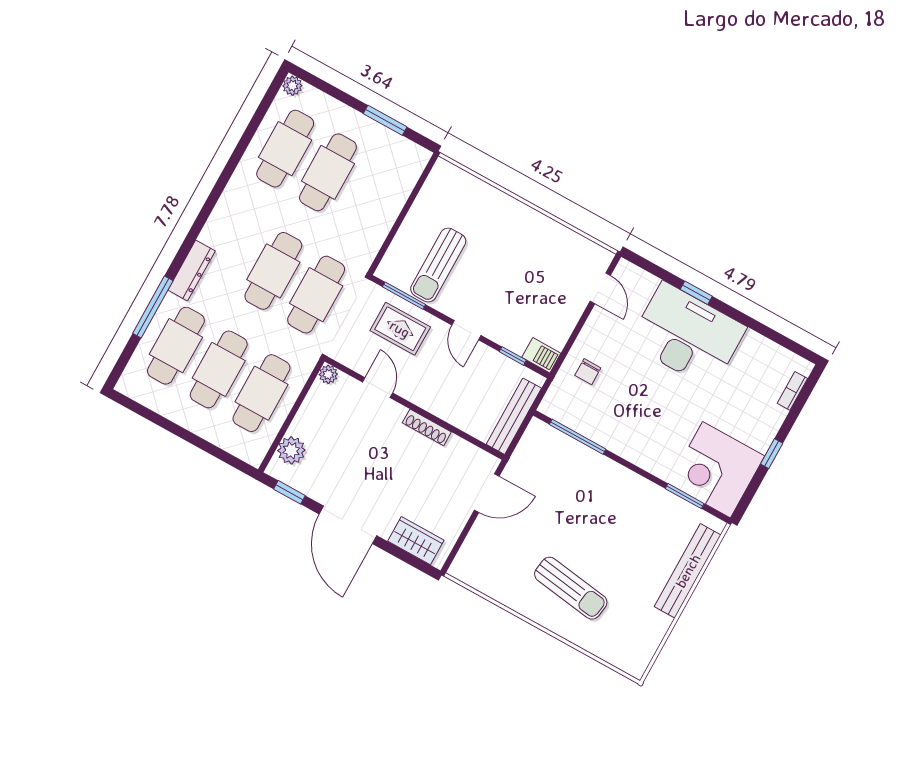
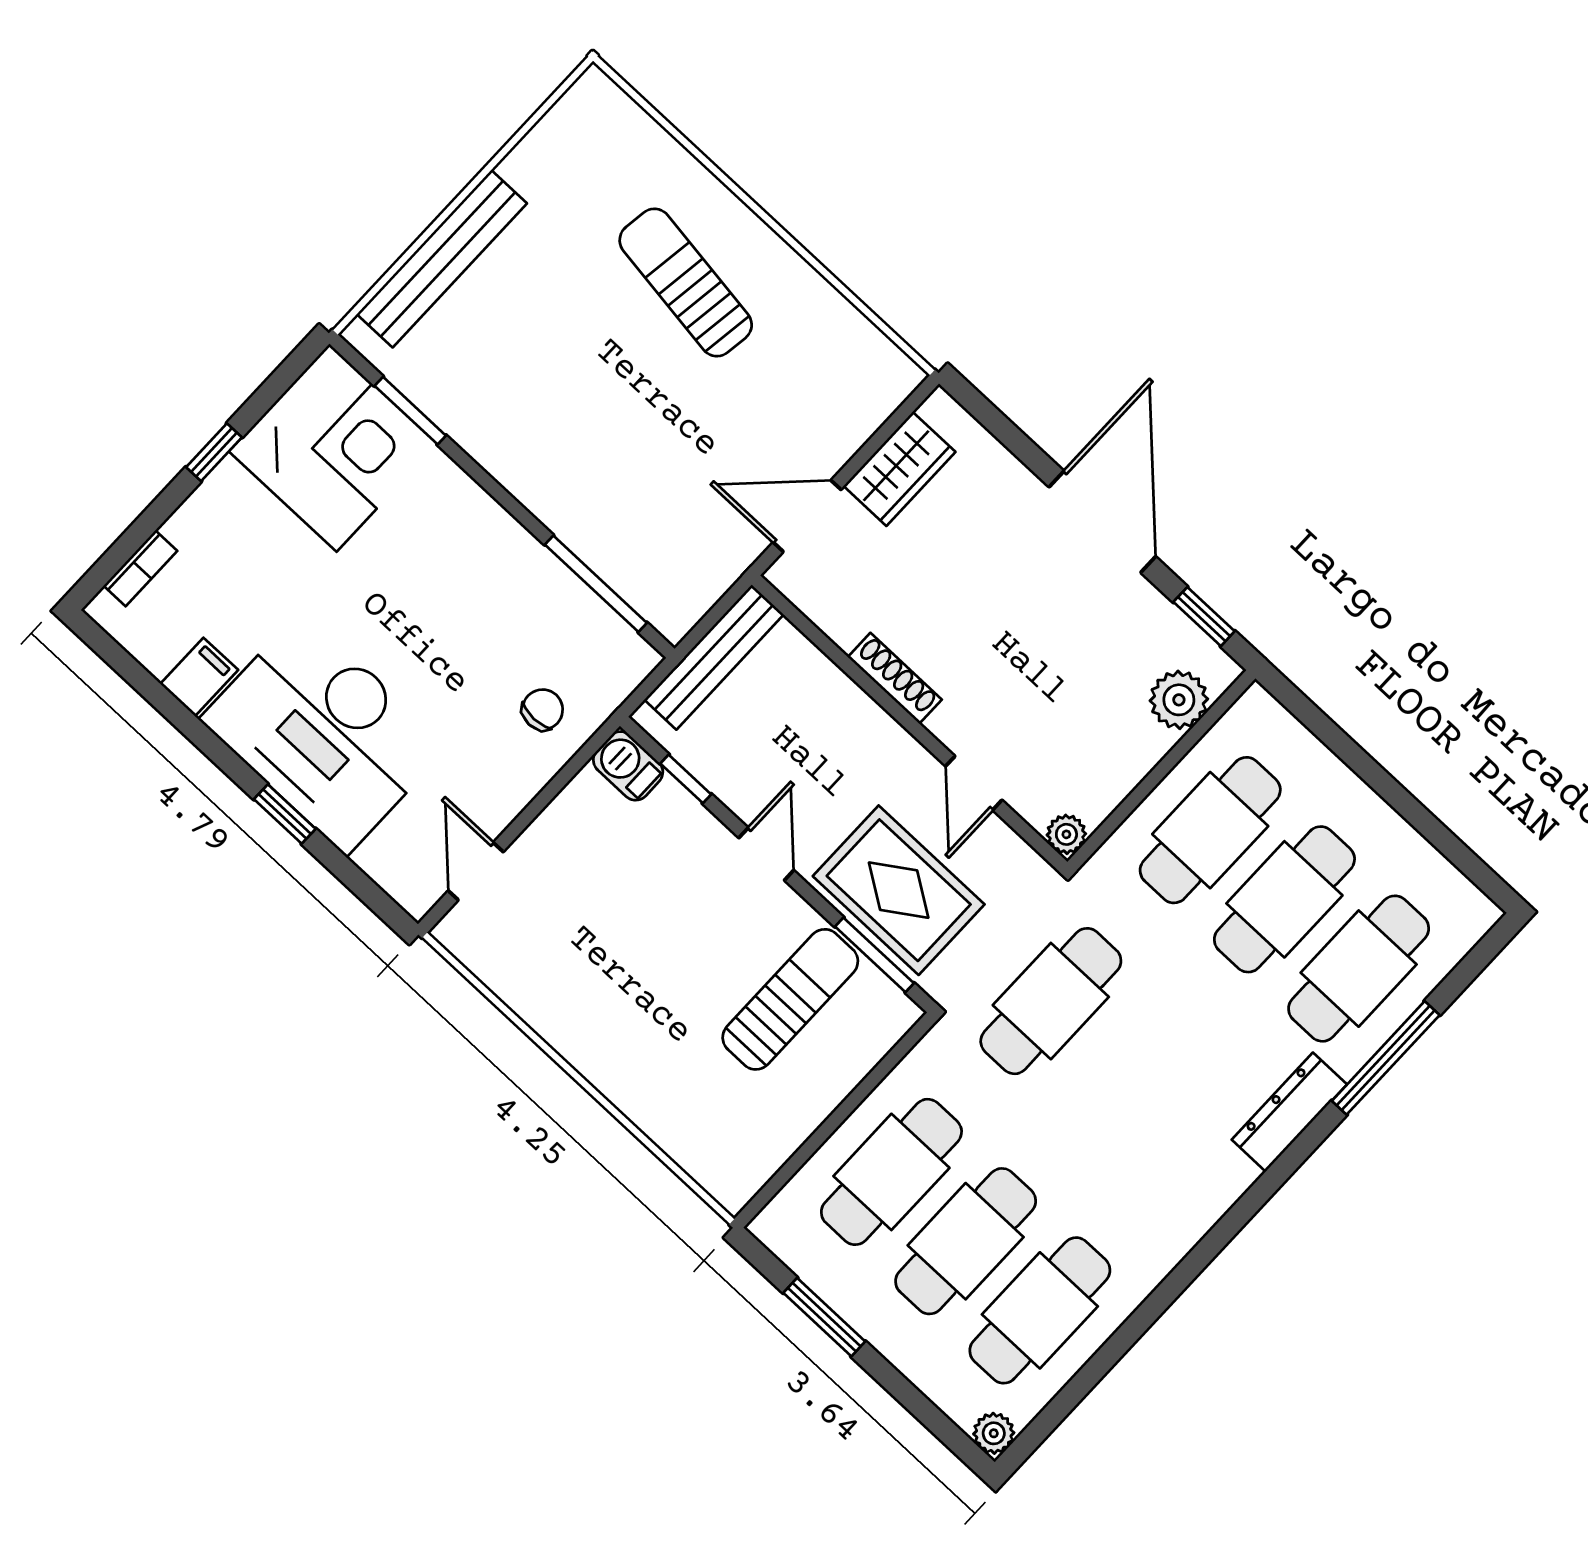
cafe table: (273, 271) -> (891, 1172), moved
rug: (400, 329) -> (899, 890), width x1.36, depth x1.43
filing cabinet: (752, 347) -> (199, 677), added
wardrobe: (416, 541) -> (899, 469), moved, turned -90

